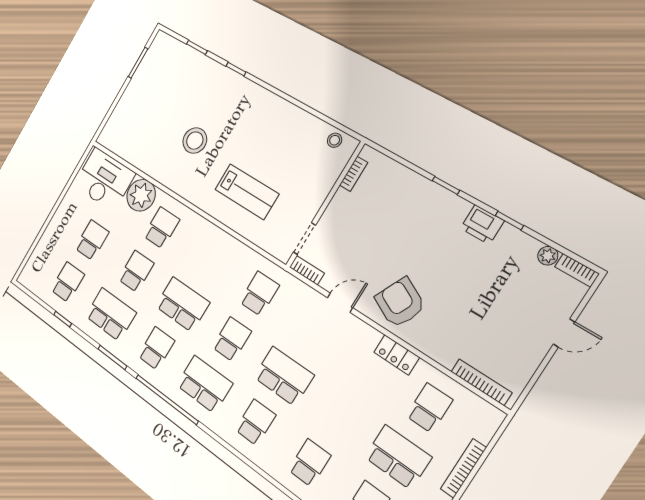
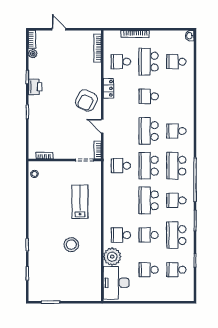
school desk: (232, 339) -> (149, 166), width x1.85
school desk: (309, 463) -> (149, 96), moved

